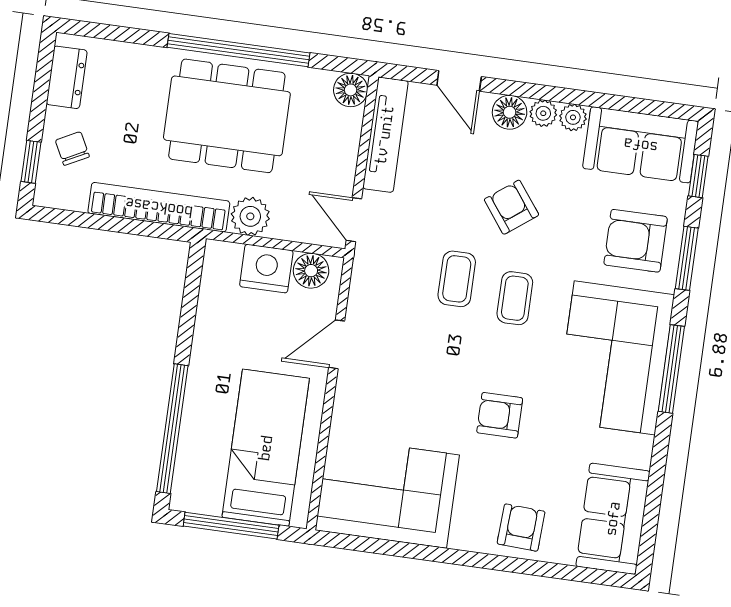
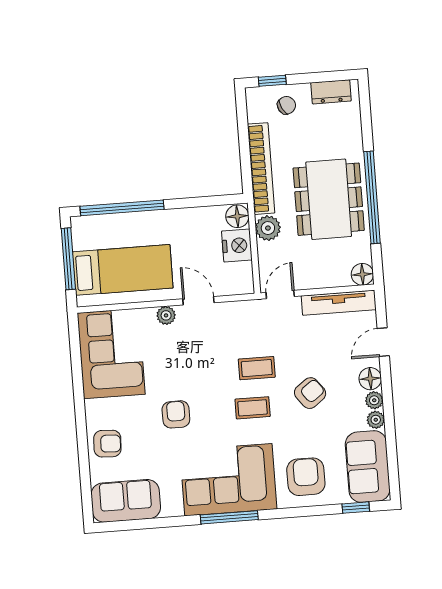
window: (687, 258) -> (302, 512), removed
floor lamp: (311, 271) -> (237, 216), moved
plant: (348, 398) -> (166, 315), added

